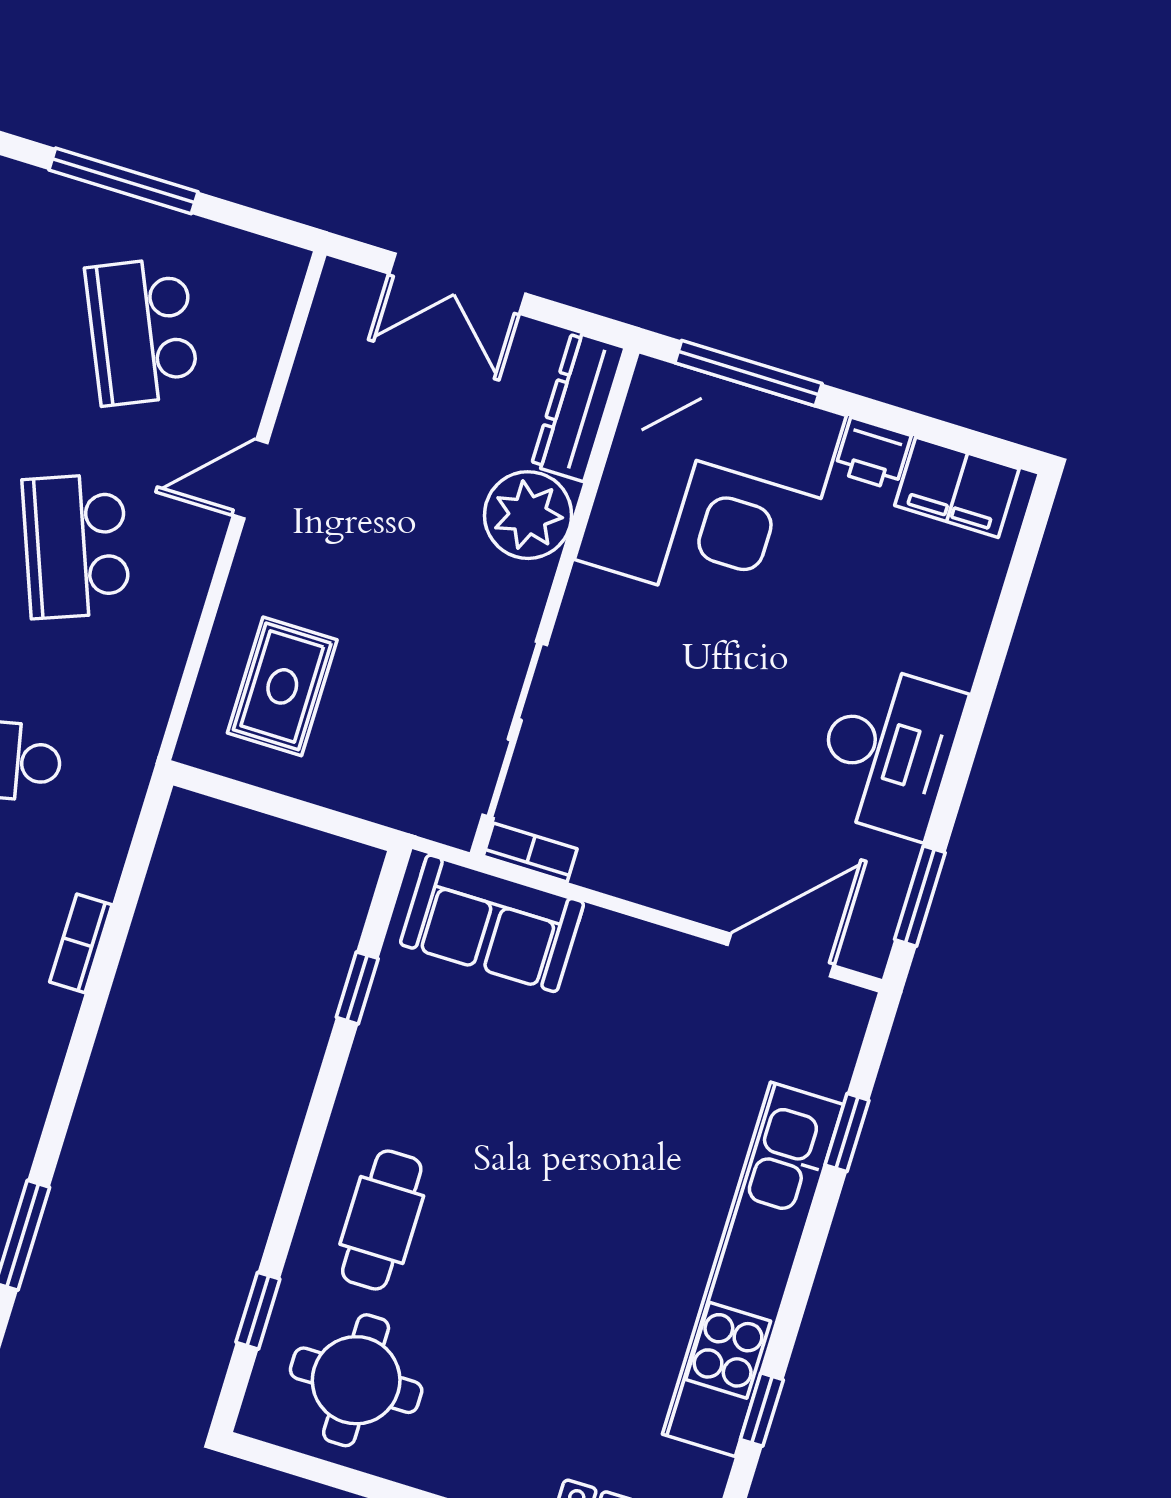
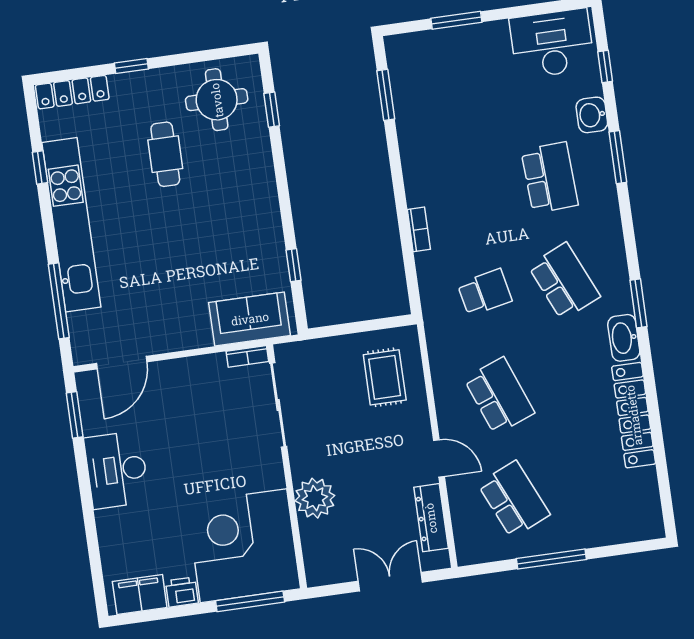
dresser: (578, 407) -> (431, 518), moved, turned 180
door: (250, 479) -> (439, 458), hinge flipped
window: (847, 1133) -> (59, 301), width x2.17
cafe table: (382, 1220) -> (165, 154), moved

